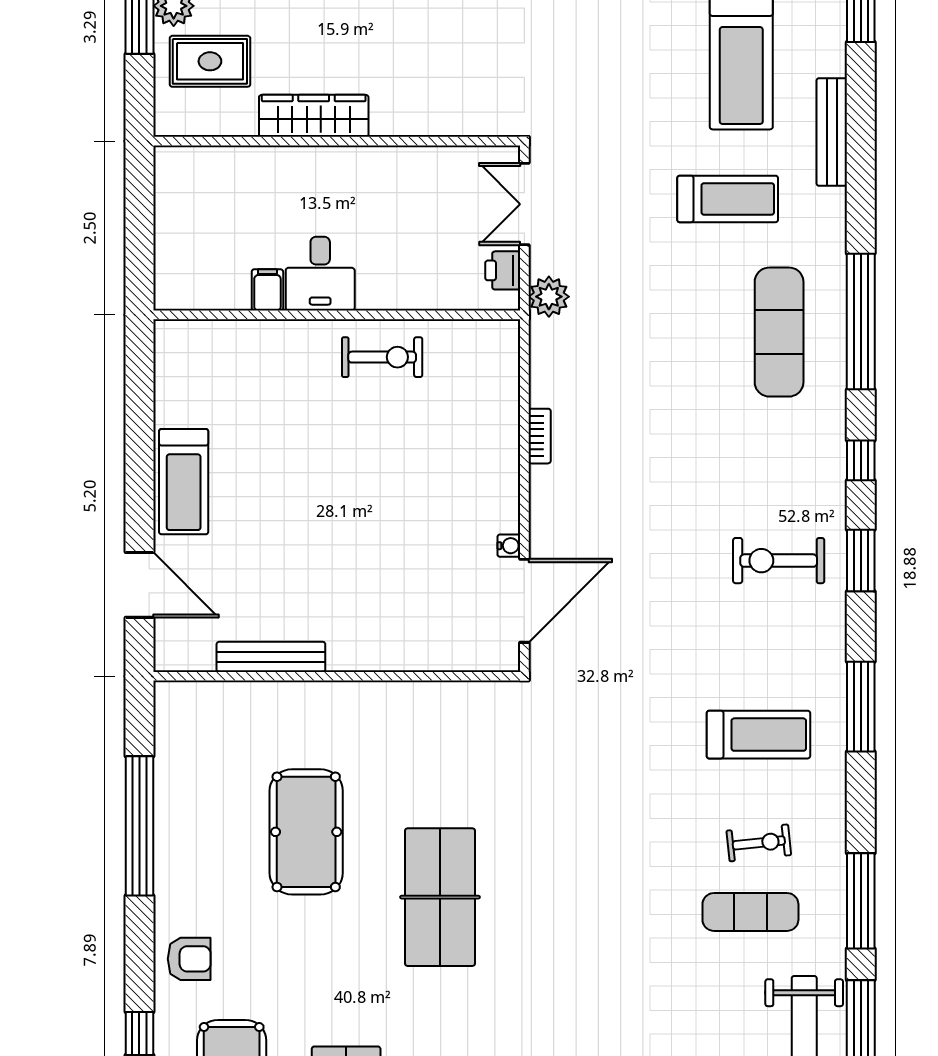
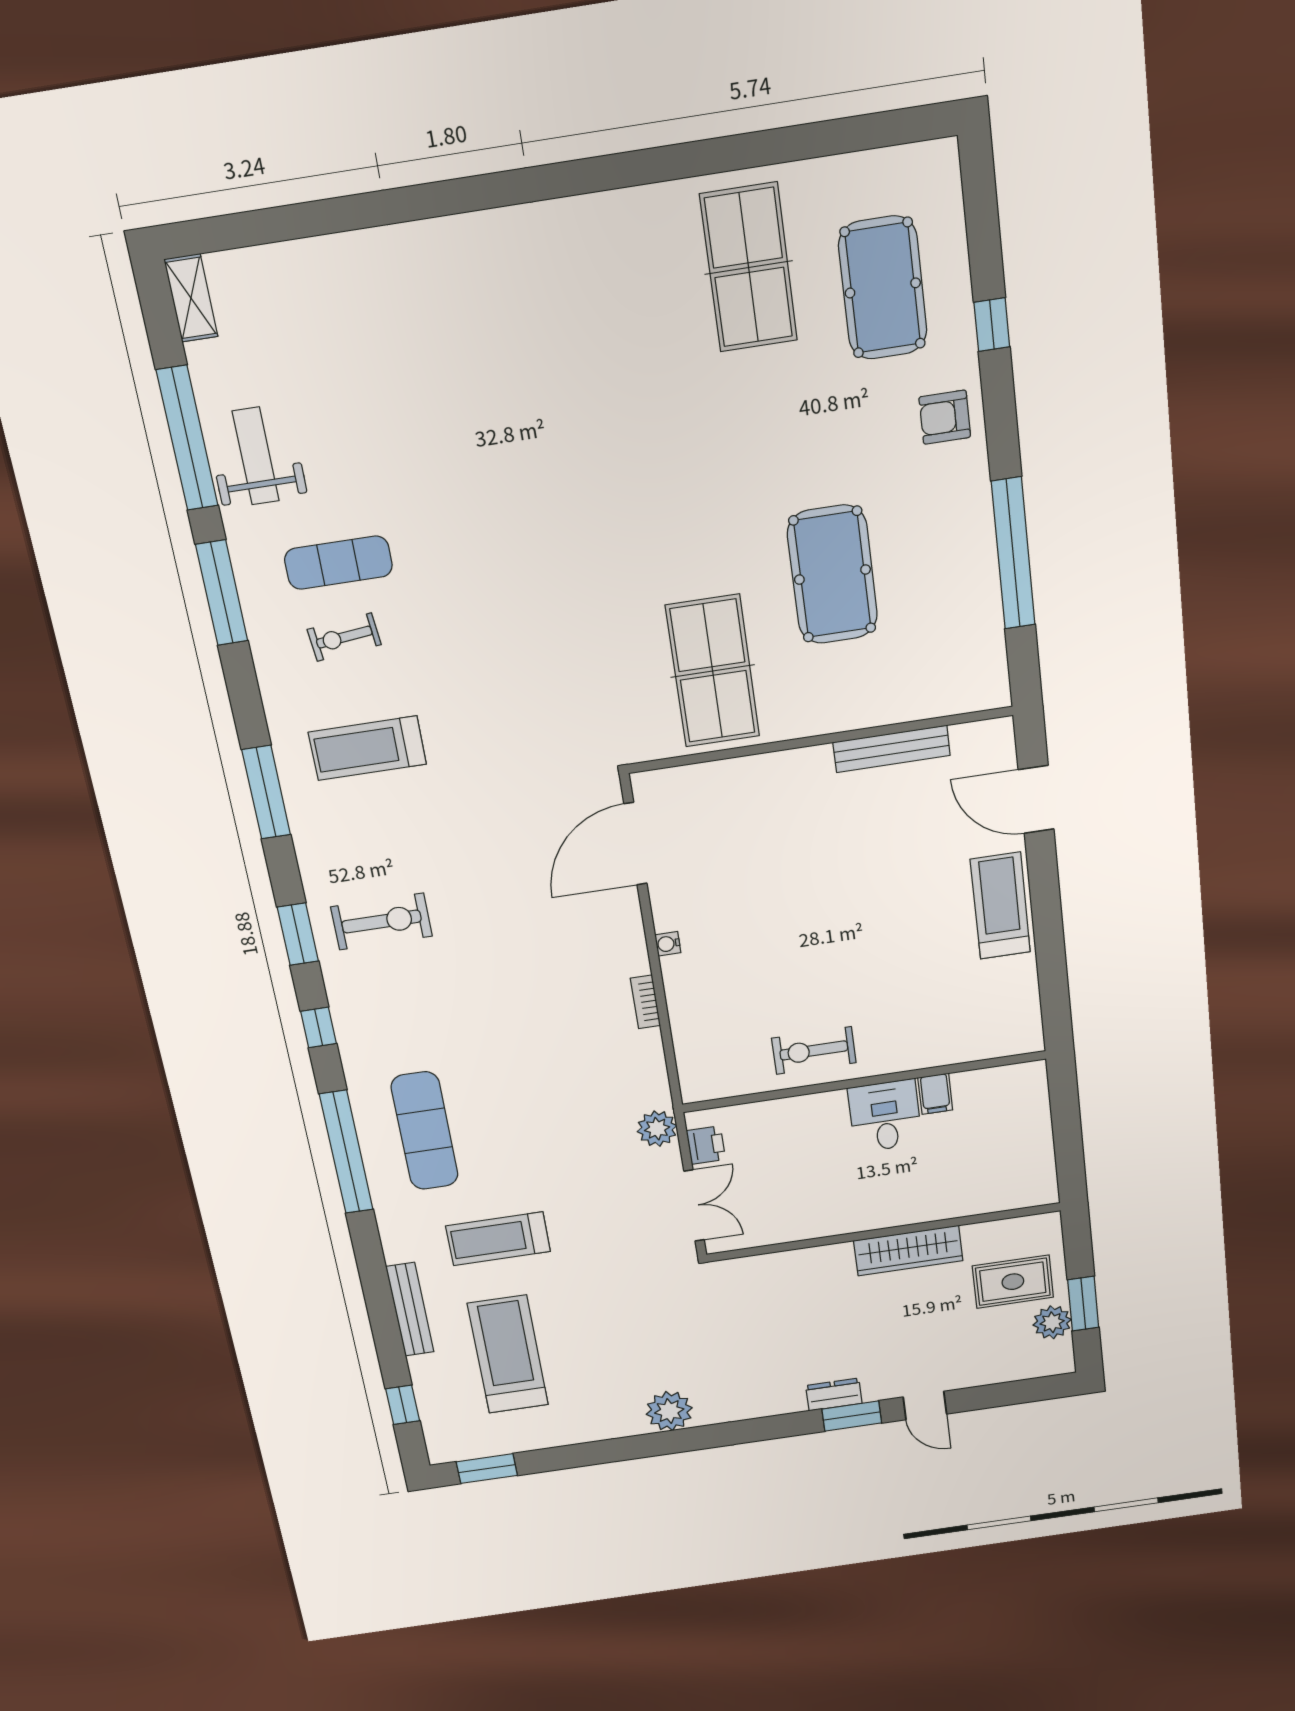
water cooler: (509, 546) -> (668, 944), moved
table tennis table: (440, 897) -> (713, 671), moved

